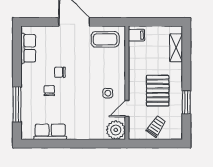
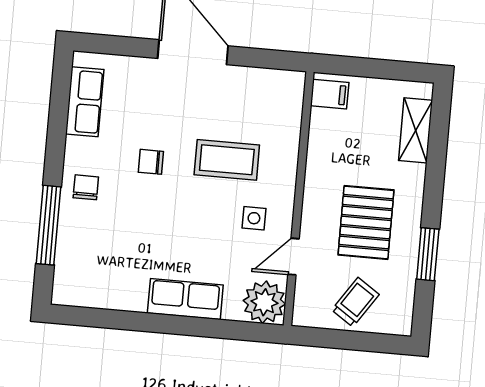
coffee table: (105, 39) -> (227, 160), moved
chair: (49, 91) -> (86, 187), moved
row of seats: (50, 132) -> (185, 299), moved

